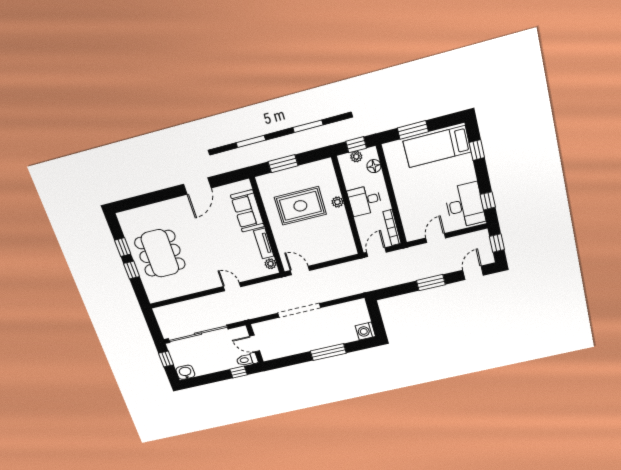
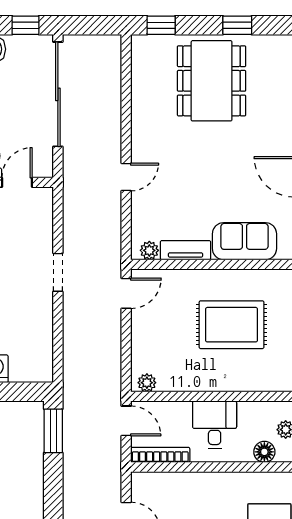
plant: (337, 202) -> (147, 383), moved
rug: (300, 206) -> (232, 325), turned 90
dining table: (160, 253) -> (212, 81), turned 90
window: (132, 270) -> (161, 25), moved
window: (431, 283) -> (53, 431), moved
doorway: (299, 310) -> (58, 272), width x0.53

